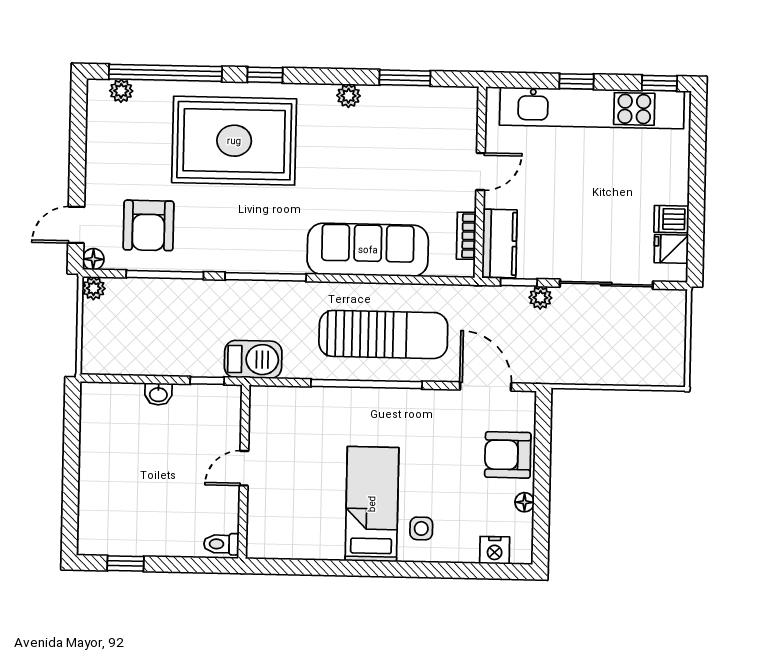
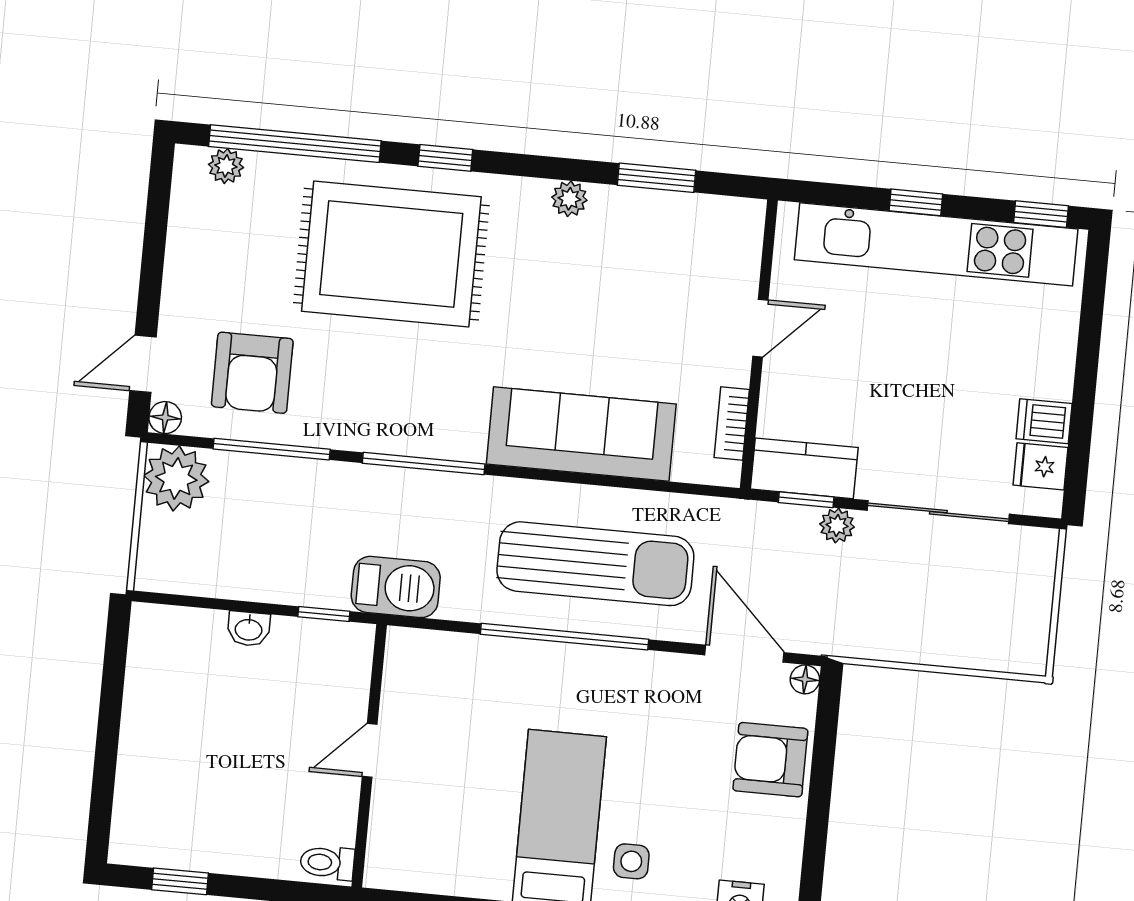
kitchen counter: (499, 244) -> (804, 468), moved, turned -90
plant: (94, 288) -> (176, 478), width x1.88, depth x1.88
floor lamp: (525, 502) -> (805, 679), moved

